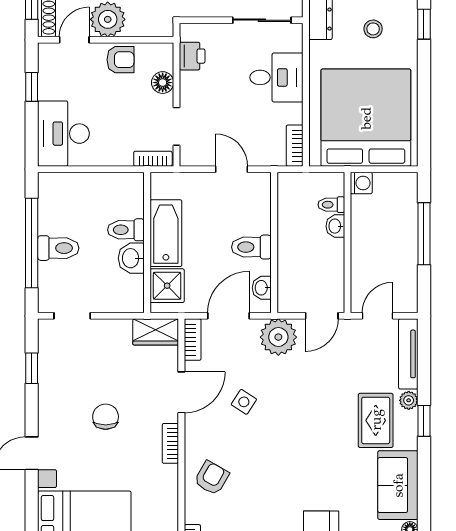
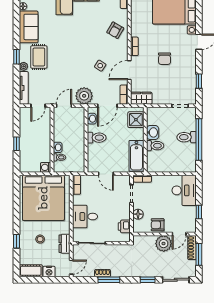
bathtub: (166, 233) -> (136, 156), moved
window: (424, 234) -> (16, 144), width x0.46

